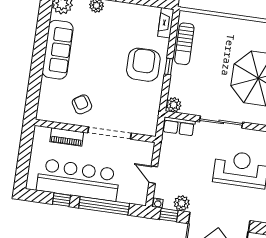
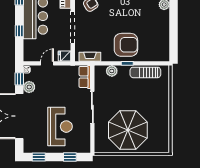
fireplace: (166, 23) -> (90, 57), moved
plant: (174, 105) -> (112, 71), moved
fridge: (147, 150) -> (64, 56), added
window: (104, 206) -> (19, 31), width x0.32

